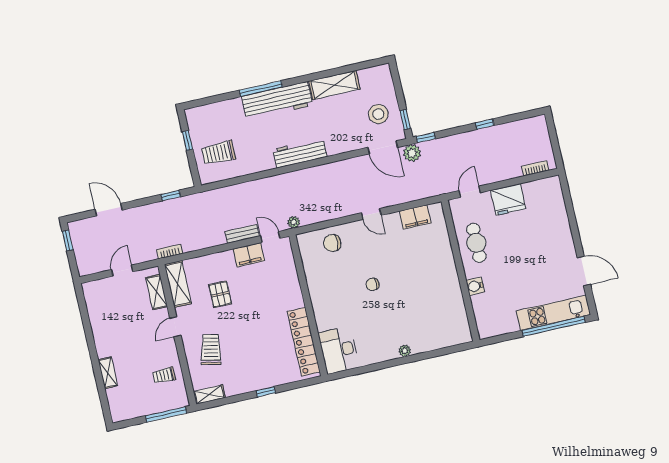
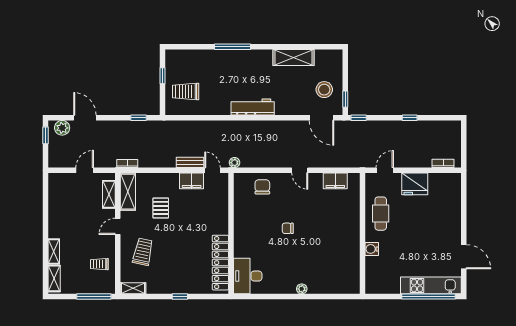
workbench: (277, 101) -> (244, 60), removed
plant: (412, 153) -> (62, 128), moved
chair: (332, 243) -> (262, 187), turned 90
shelving: (115, 404) -> (54, 278), added

